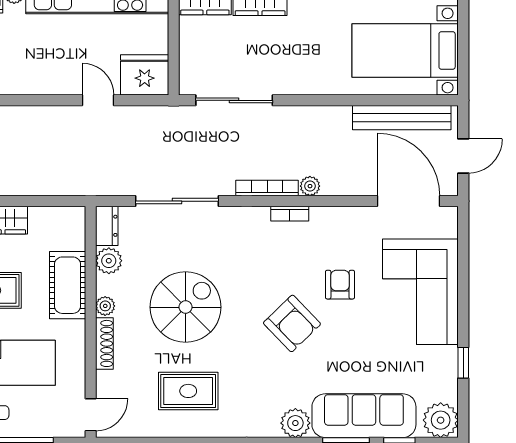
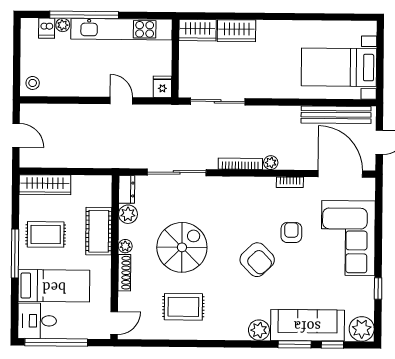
fridge: (145, 75) -> (162, 87), width x0.53, depth x0.75
bookcase: (290, 214) -> (290, 182), moved

